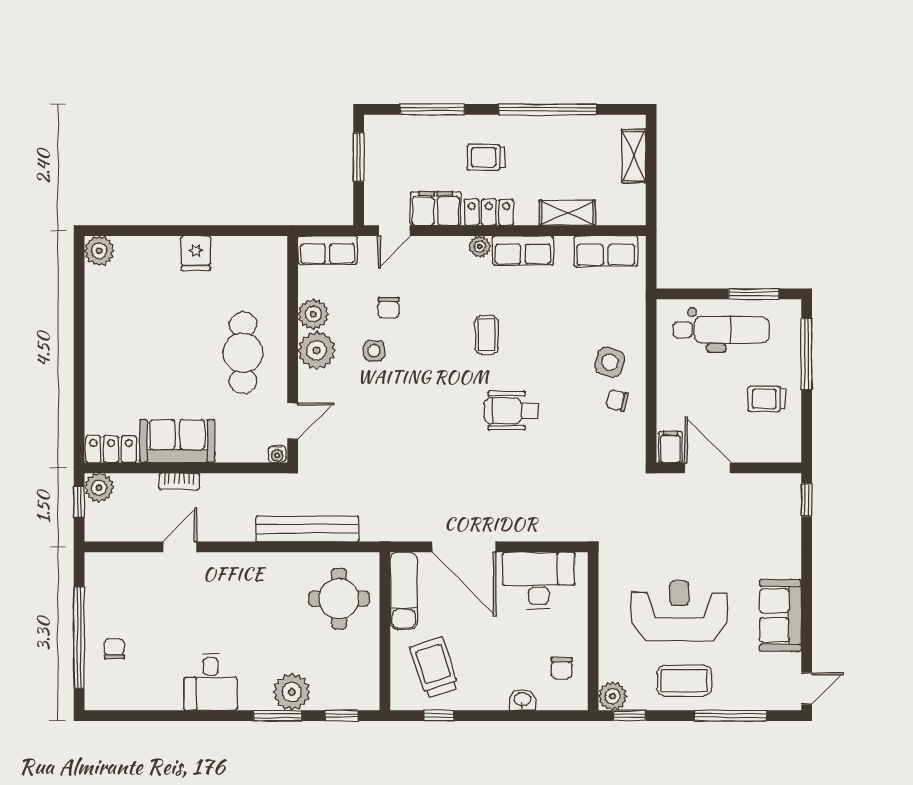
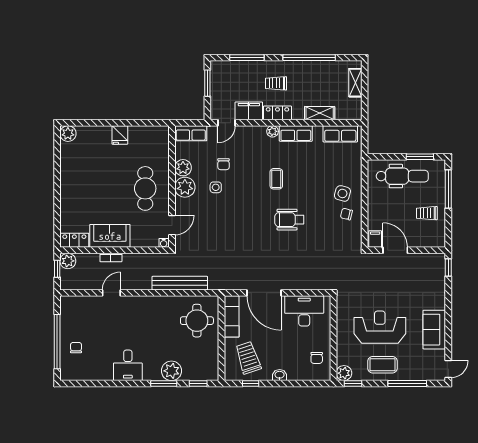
washbasin: (522, 700) -> (280, 375), moved

